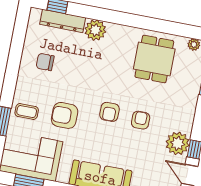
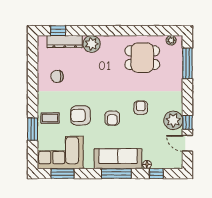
dining table: (154, 59) -> (142, 58), turned 90
armchair: (109, 112) -> (112, 118), moved

